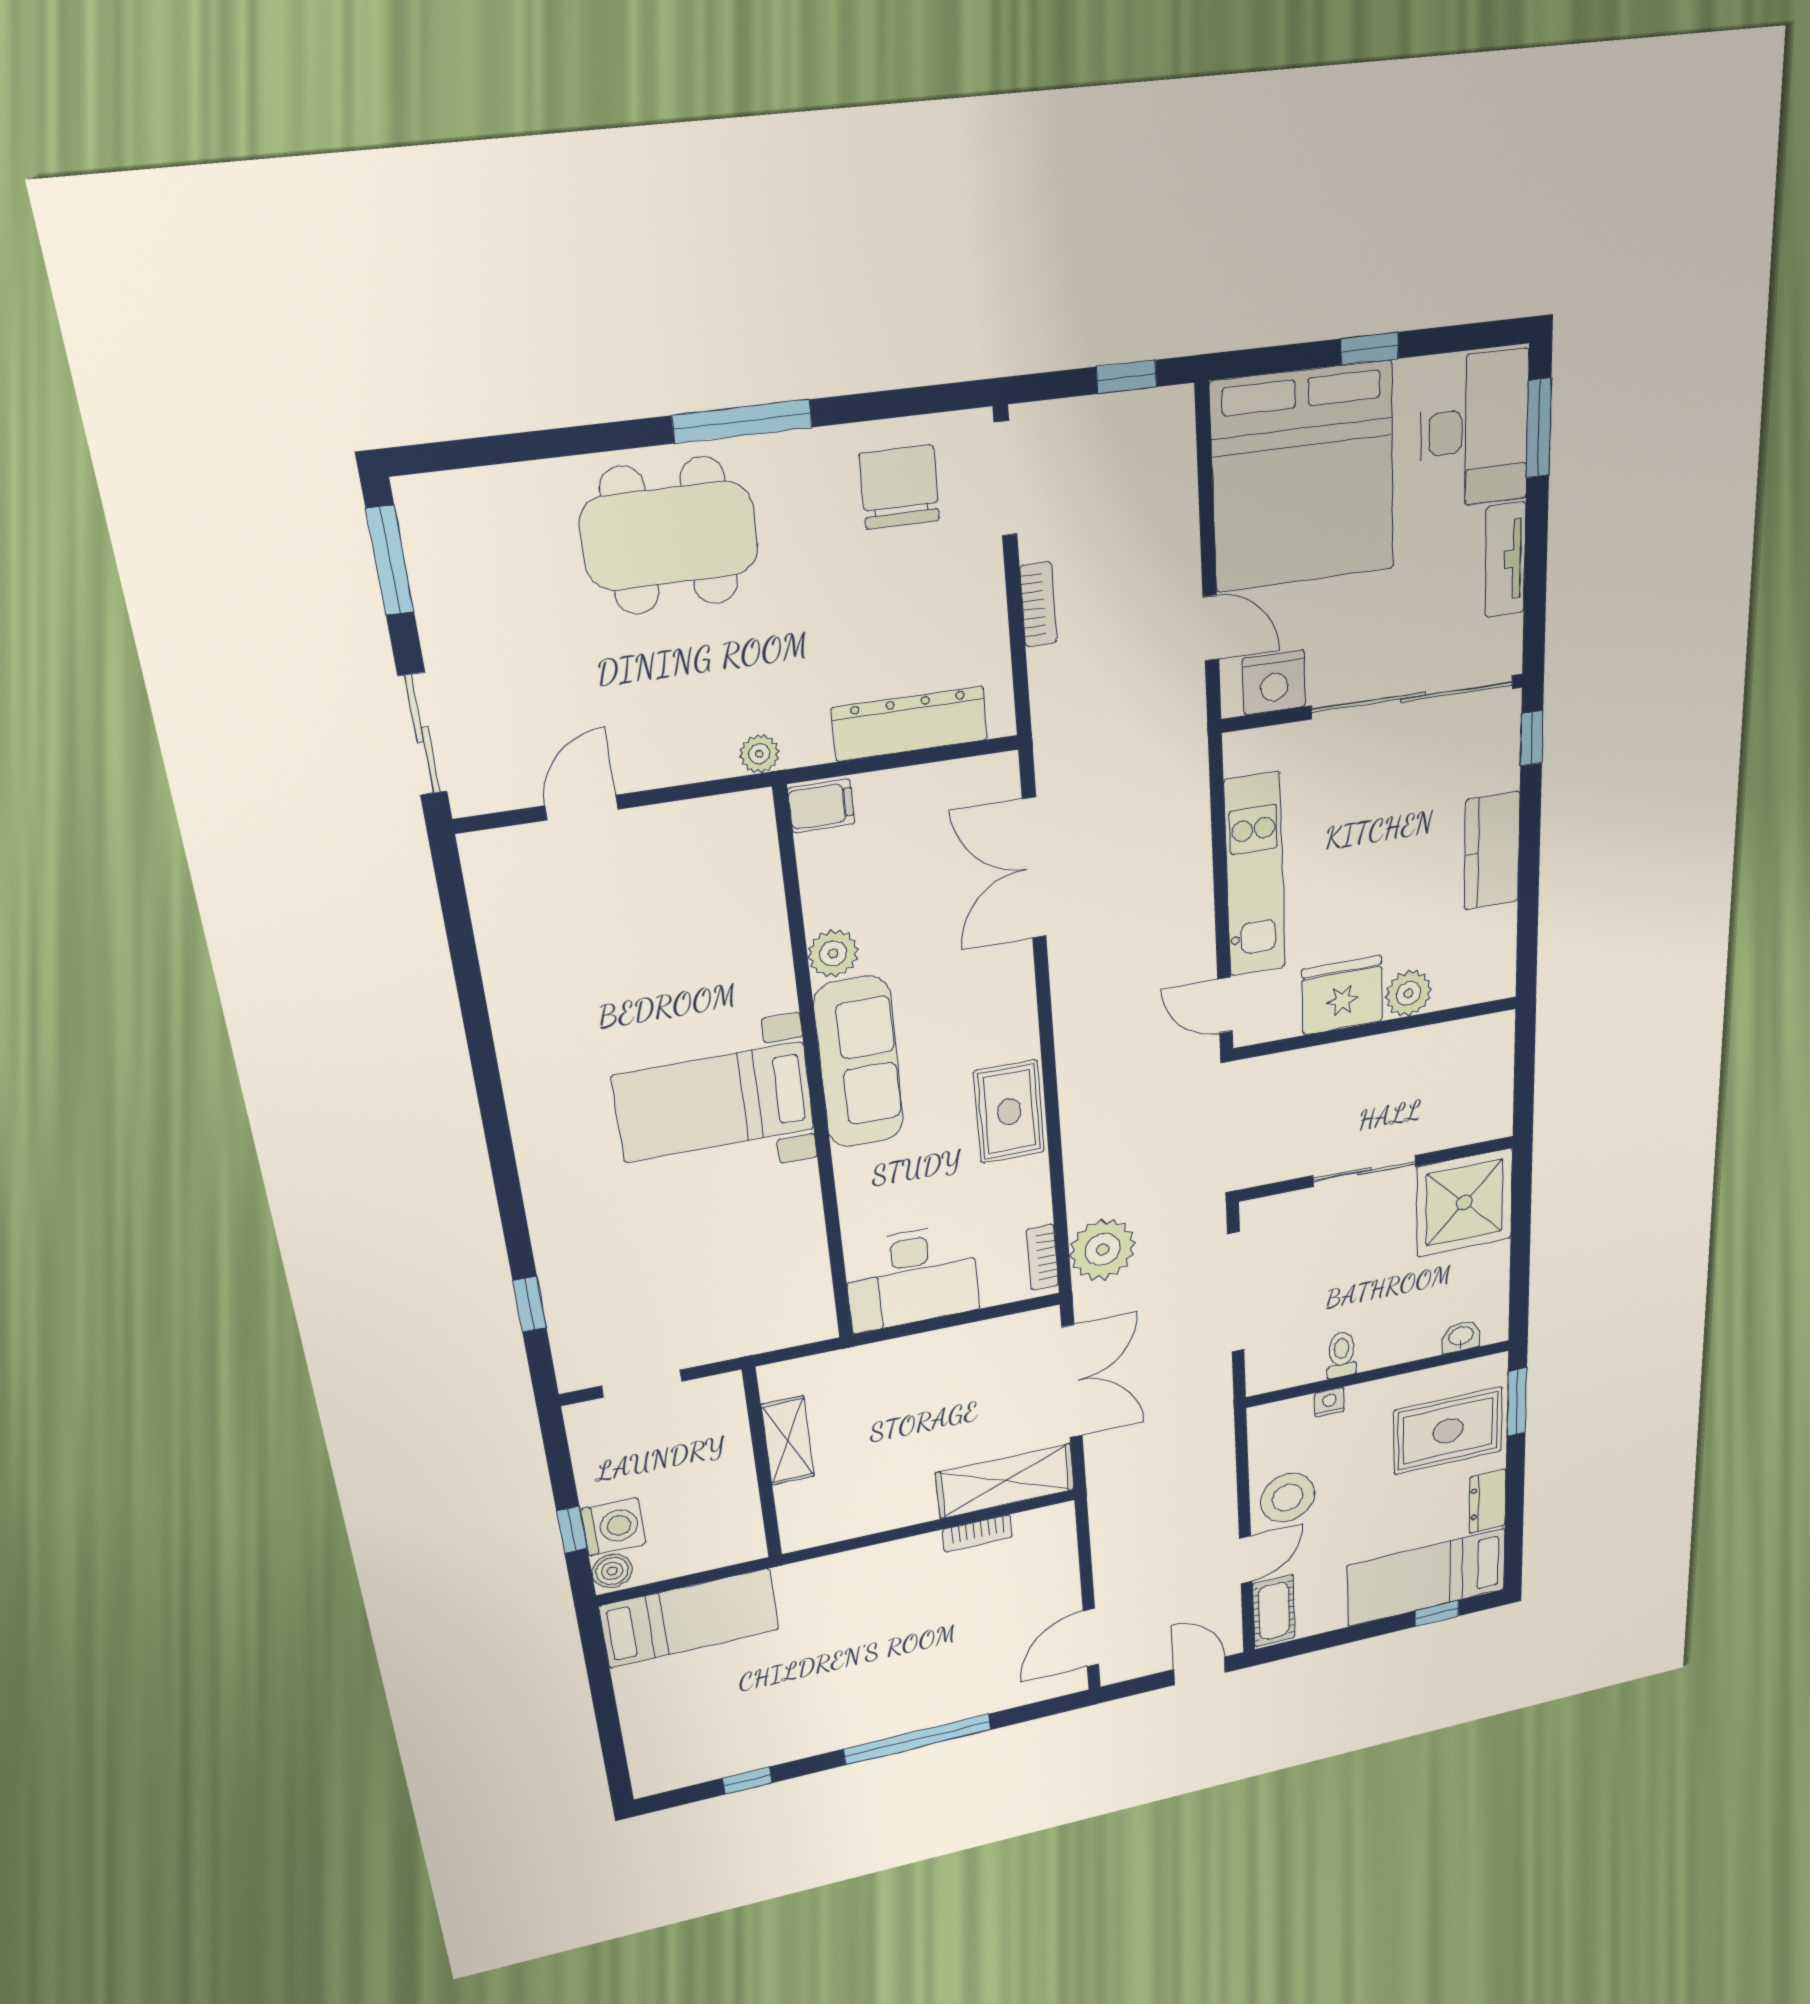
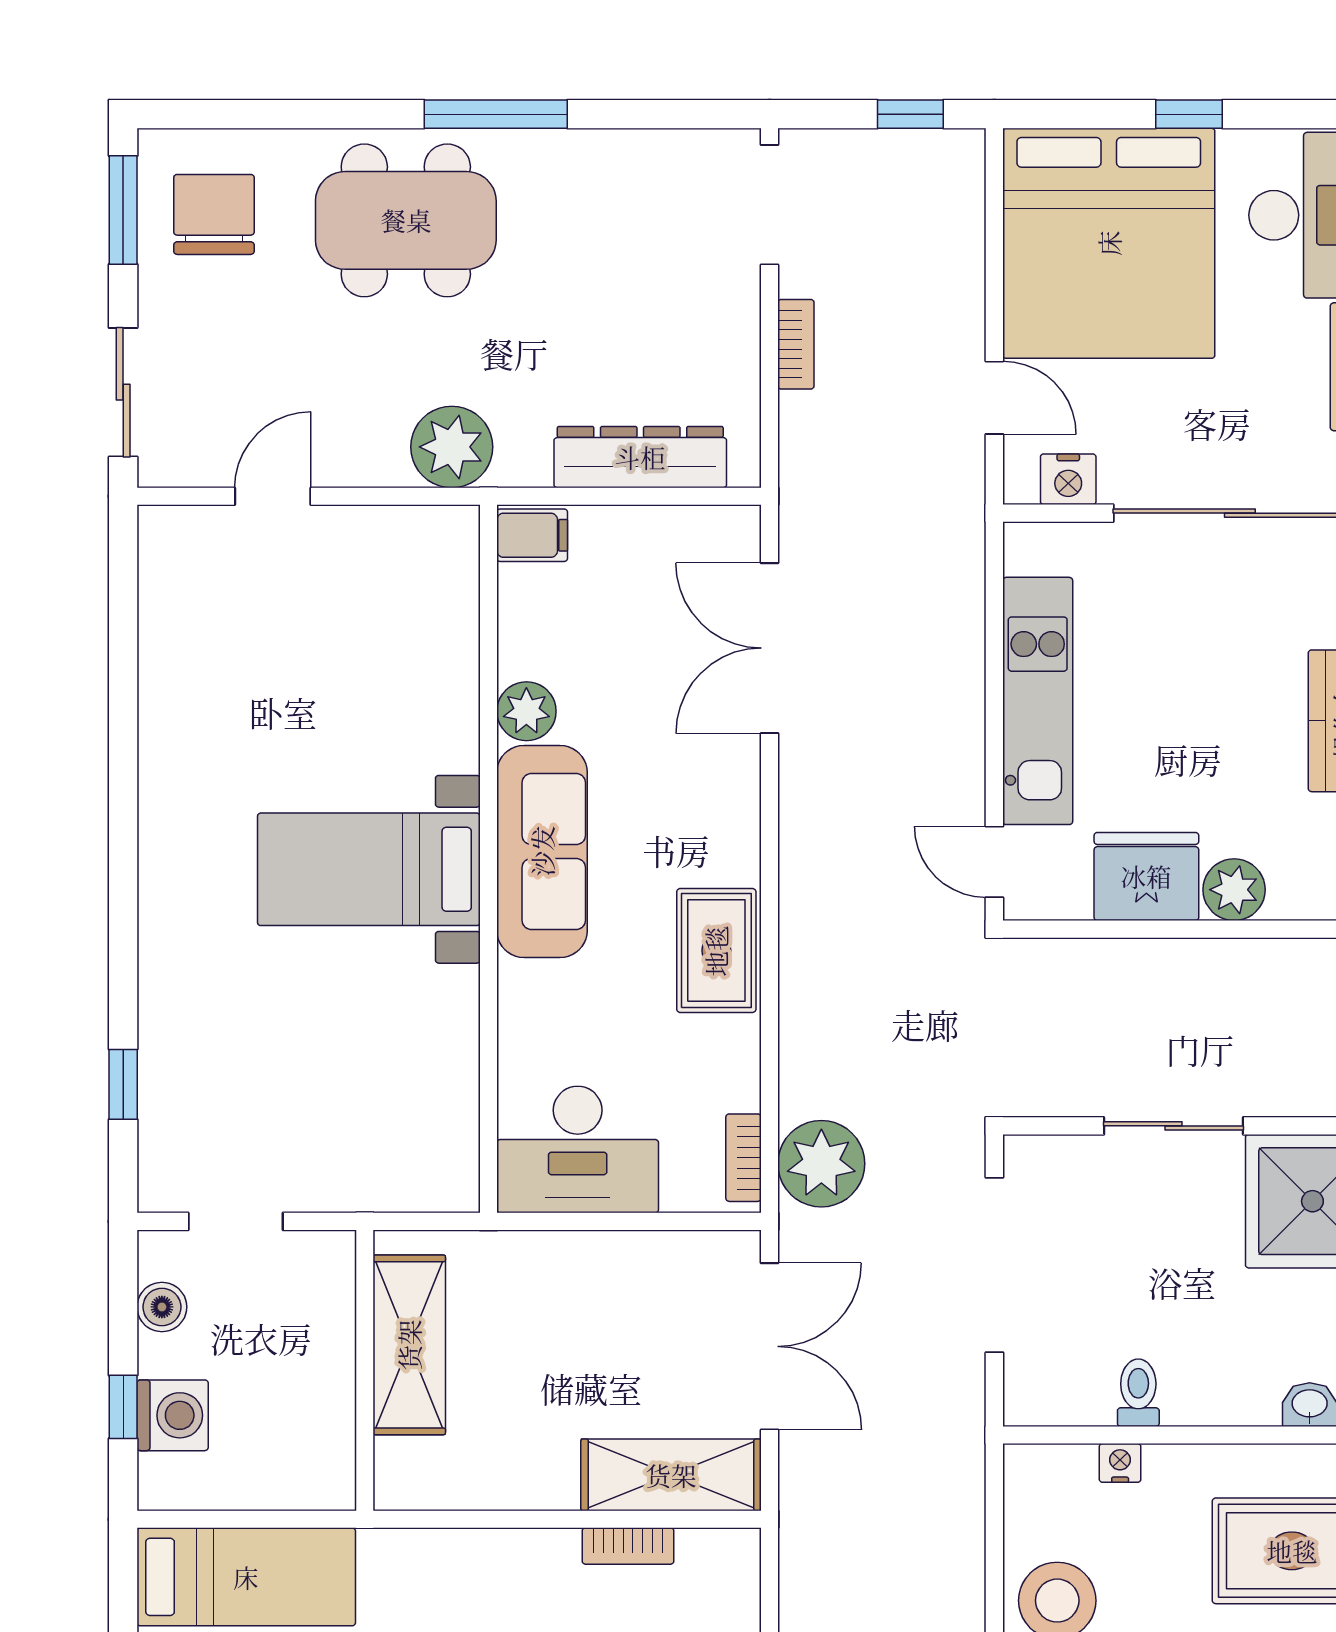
chair: (899, 487) -> (214, 214), moved
nightstand: (1274, 682) -> (1068, 479), width x0.74, depth x0.75
plant: (759, 754) -> (452, 447), width x1.88, depth x1.88
shelving: (788, 1441) -> (409, 1345), width x1.50, depth x1.33
boiler: (612, 1571) -> (162, 1307), moved

